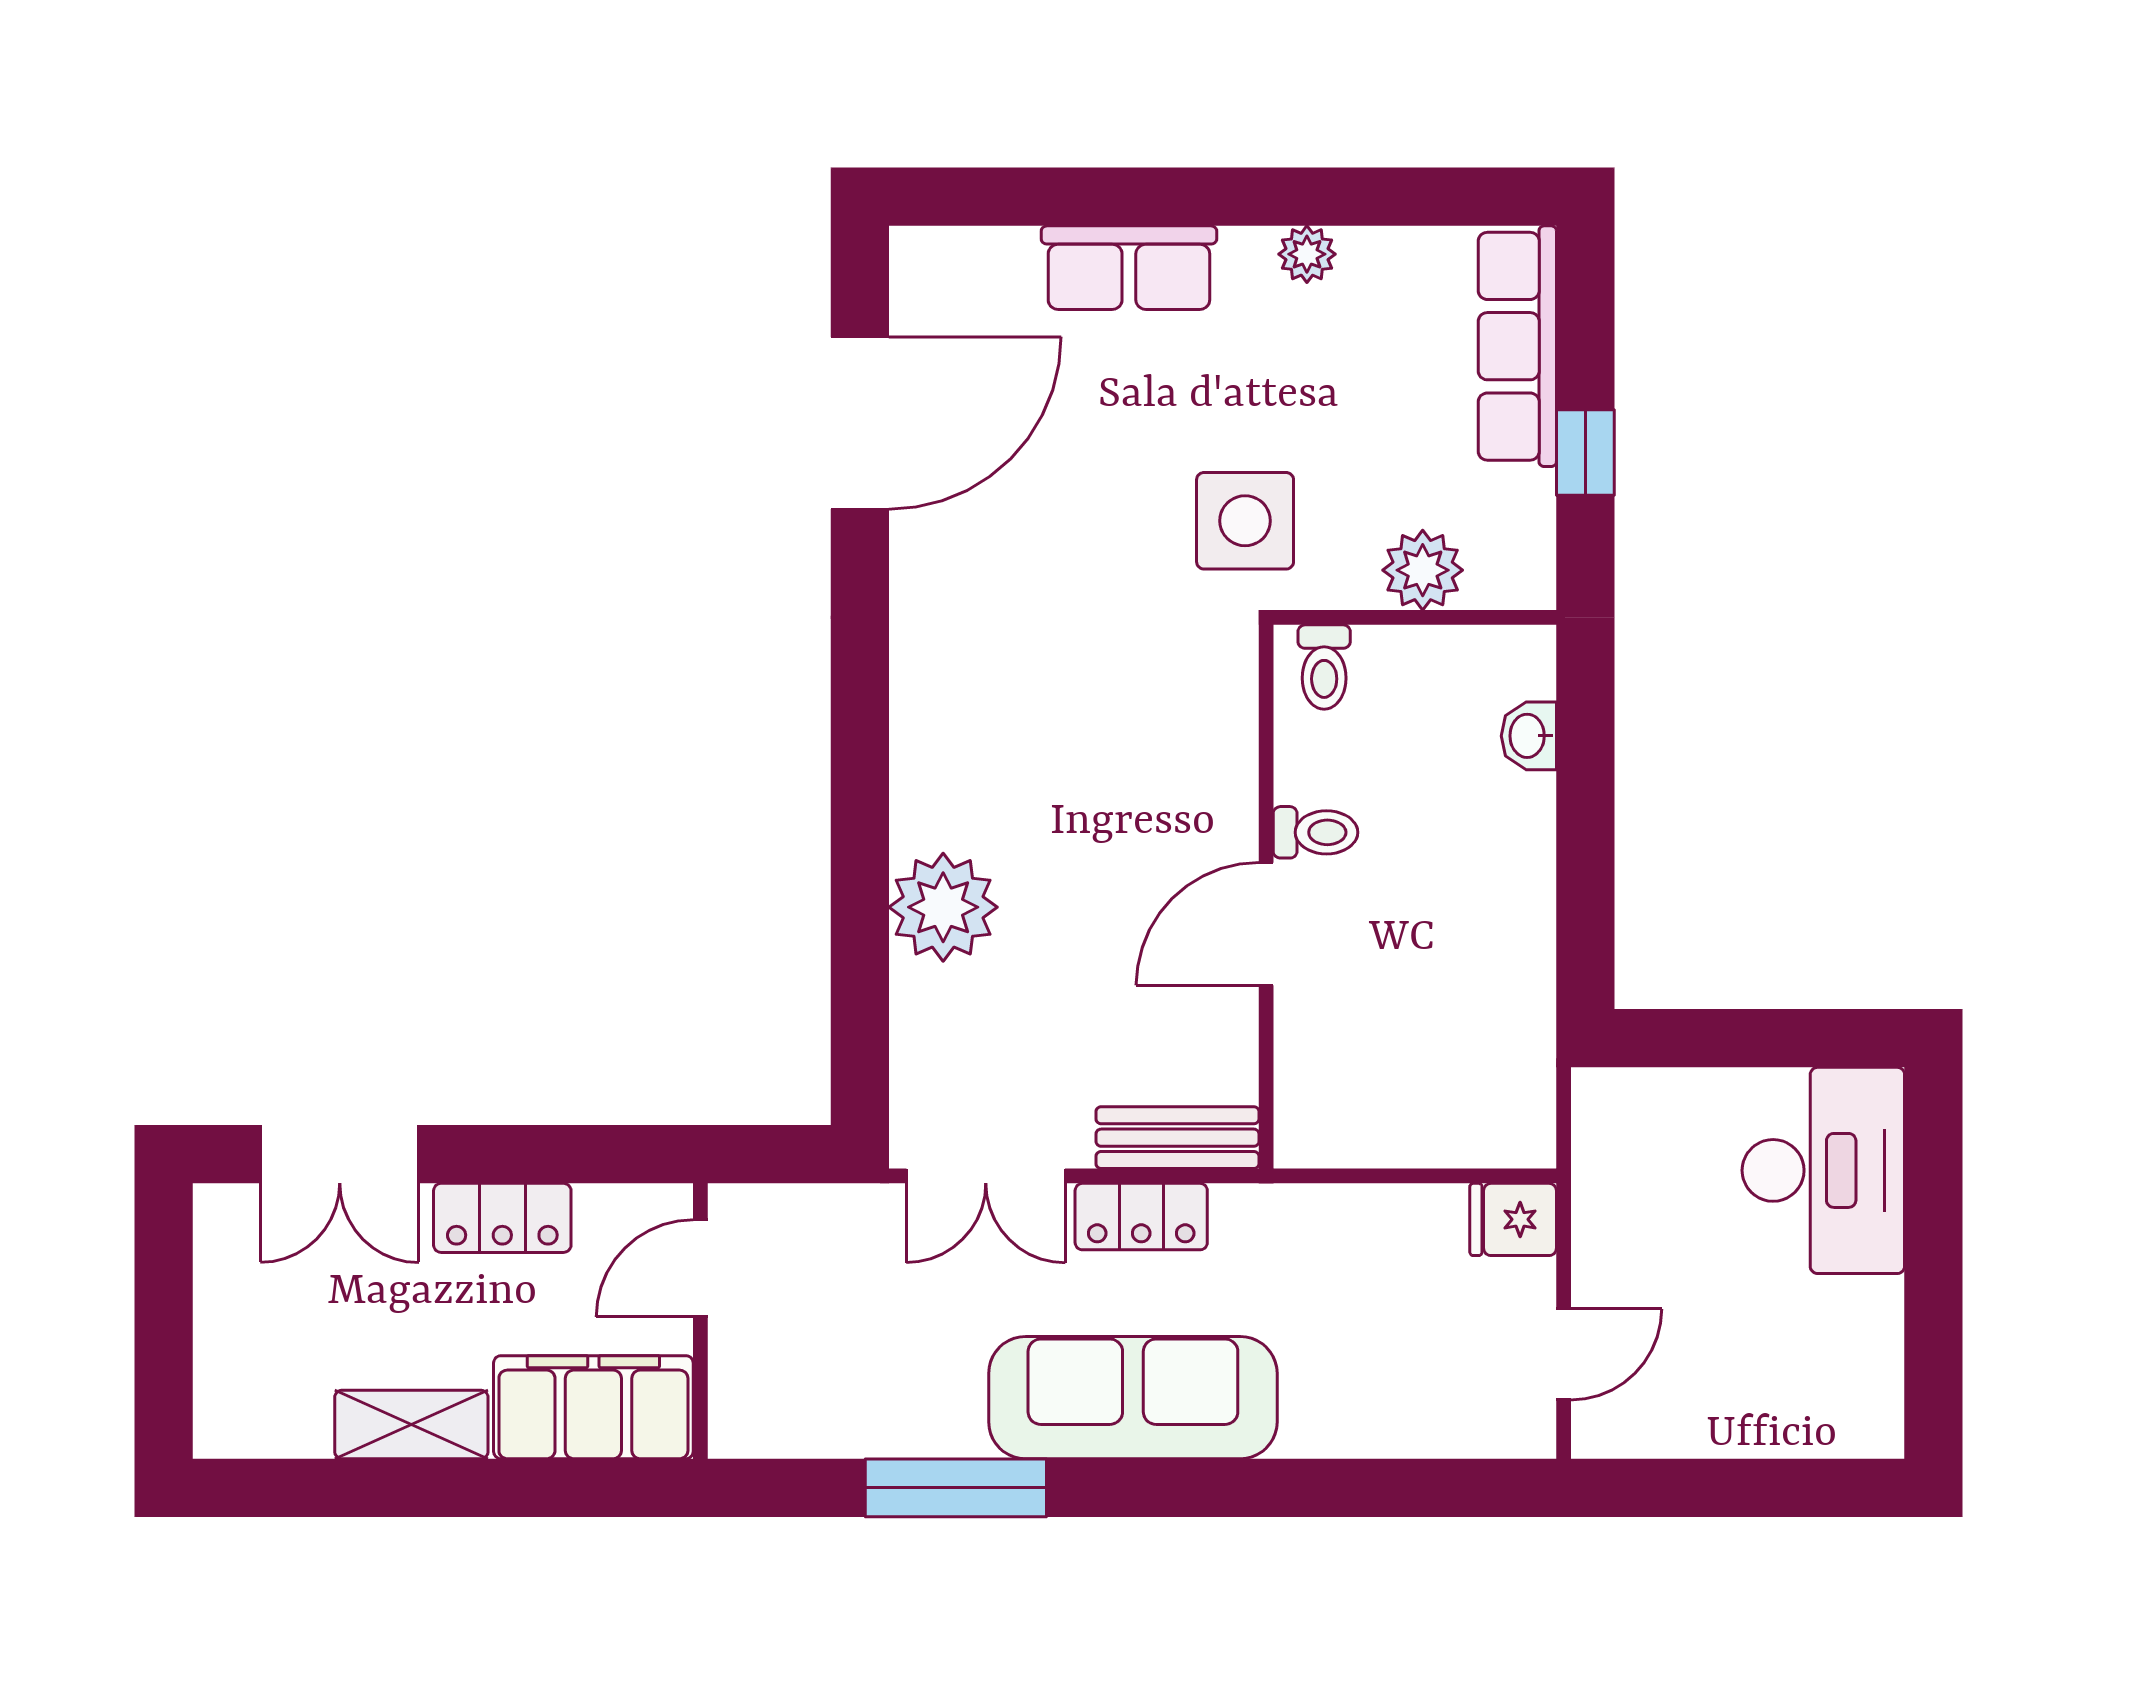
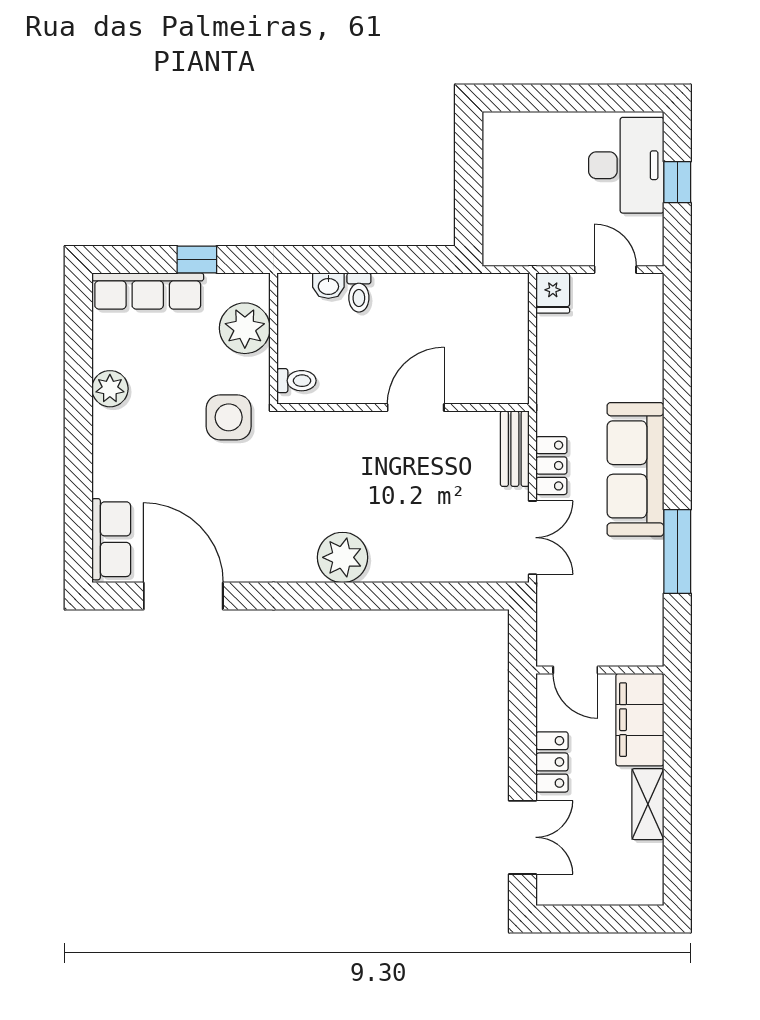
plant: (1307, 254) -> (110, 389), width x1.38, depth x1.38
row of seats: (1129, 268) -> (111, 539), moved
plant: (1423, 570) -> (245, 328), width x1.36, depth x1.36
toilet: (1316, 832) -> (359, 293), moved, turned 180
plant: (943, 907) -> (342, 557), moved
door: (1266, 924) -> (416, 408), swing flipped
desk: (1823, 1170) -> (626, 165), moved, turned 90
window: (1752, 1488) -> (677, 182), added

